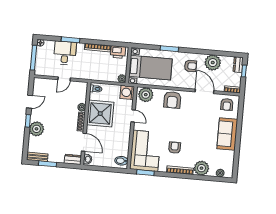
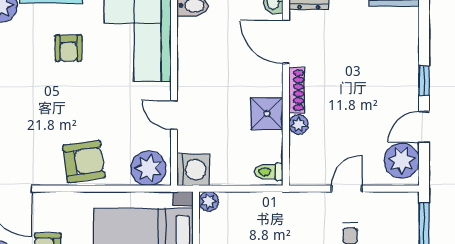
armchair: (172, 100) -> (84, 161), turned 82
shower: (100, 114) -> (267, 114), width x0.54, depth x0.54
plant: (37, 129) -> (402, 161), moved

